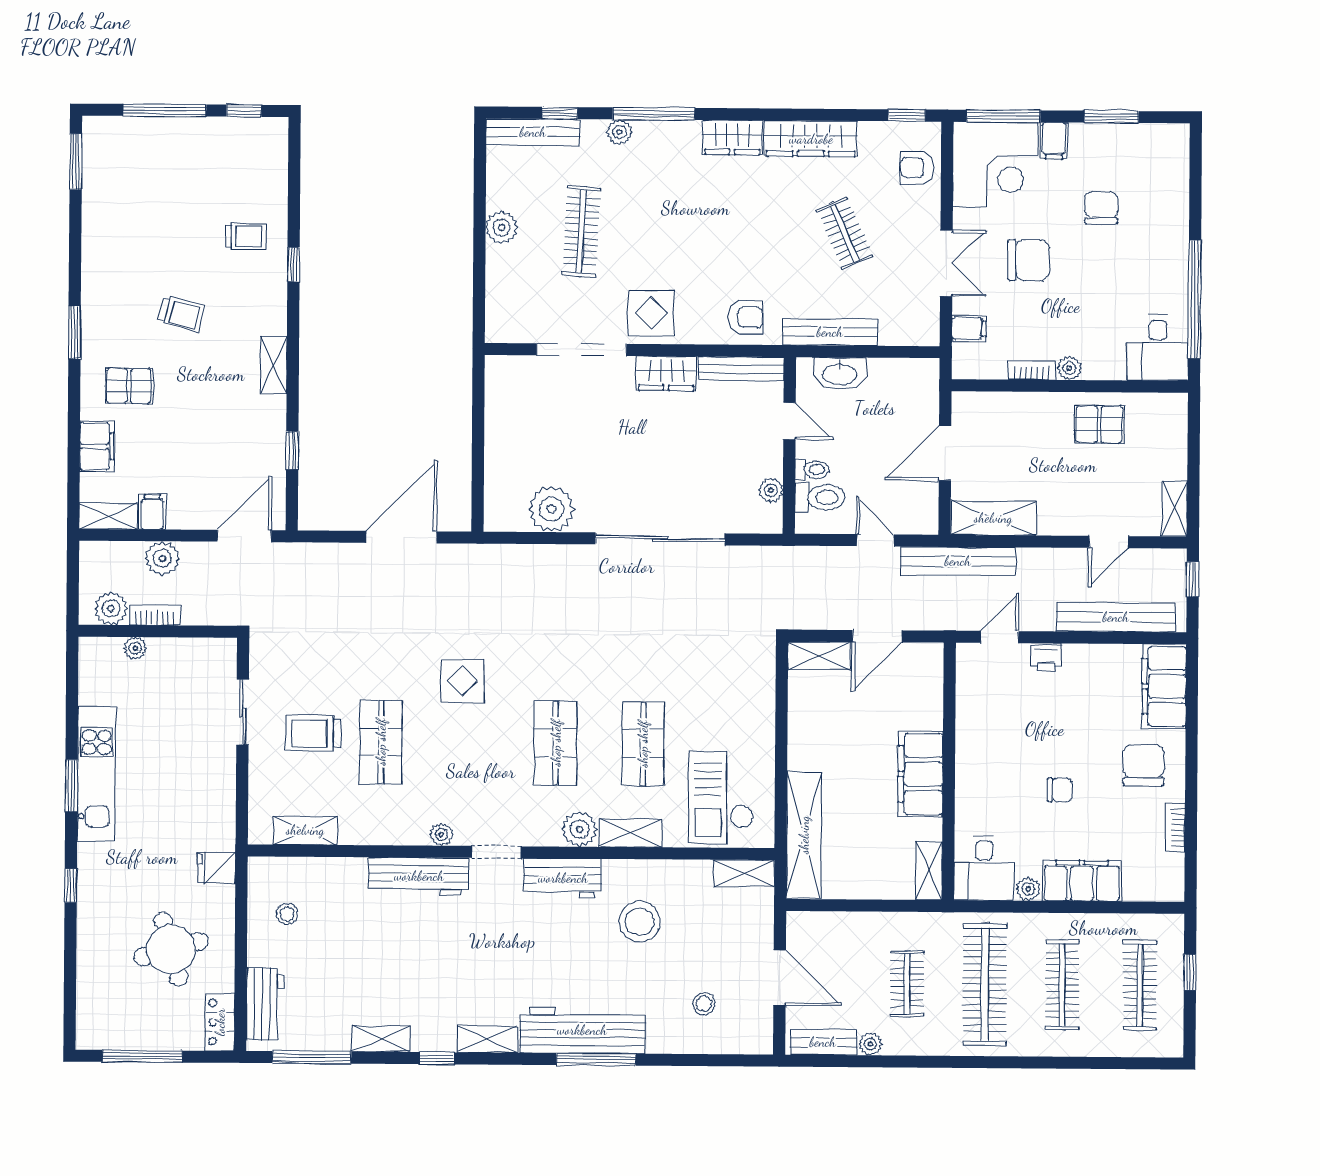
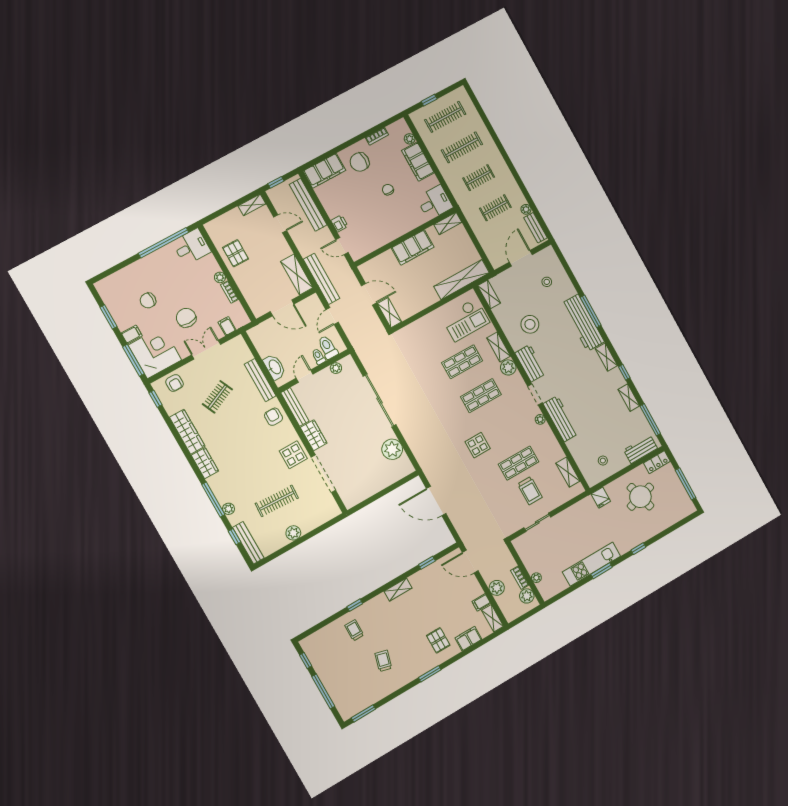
trolley: (181, 314) -> (383, 661), moved
plant: (1028, 889) -> (410, 139), moved
clothes rail: (985, 984) -> (479, 178), width x0.54, depth x0.76

